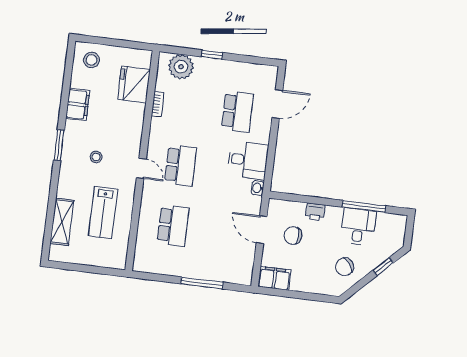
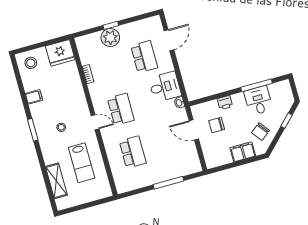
plant: (181, 67) -> (110, 37), moved
fridge: (134, 84) -> (60, 53), moved, turned -90
filing cabinet: (78, 104) -> (34, 97), width x0.50
filing cabinet: (274, 278) -> (243, 152), moved

